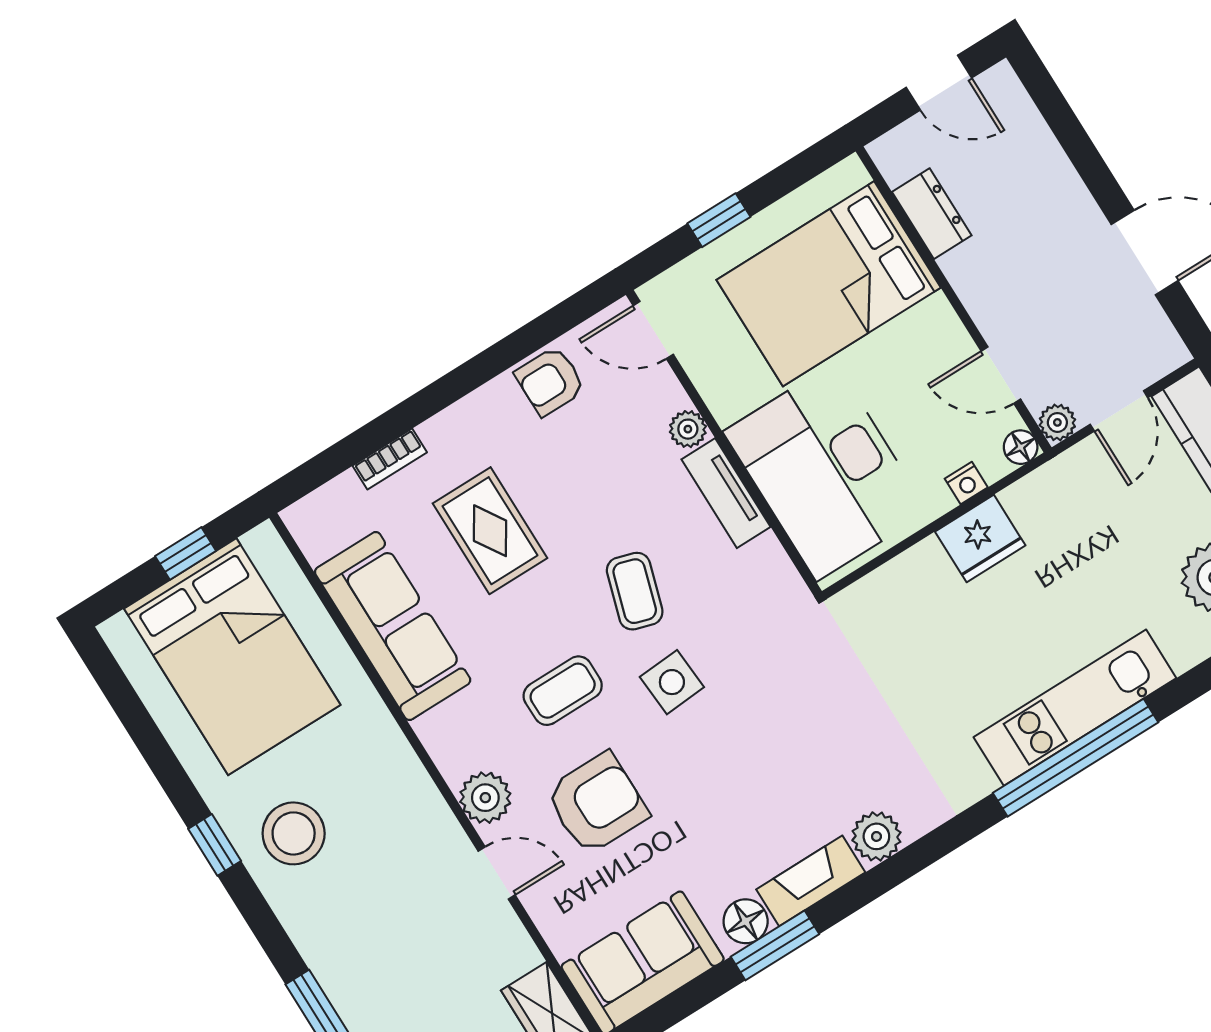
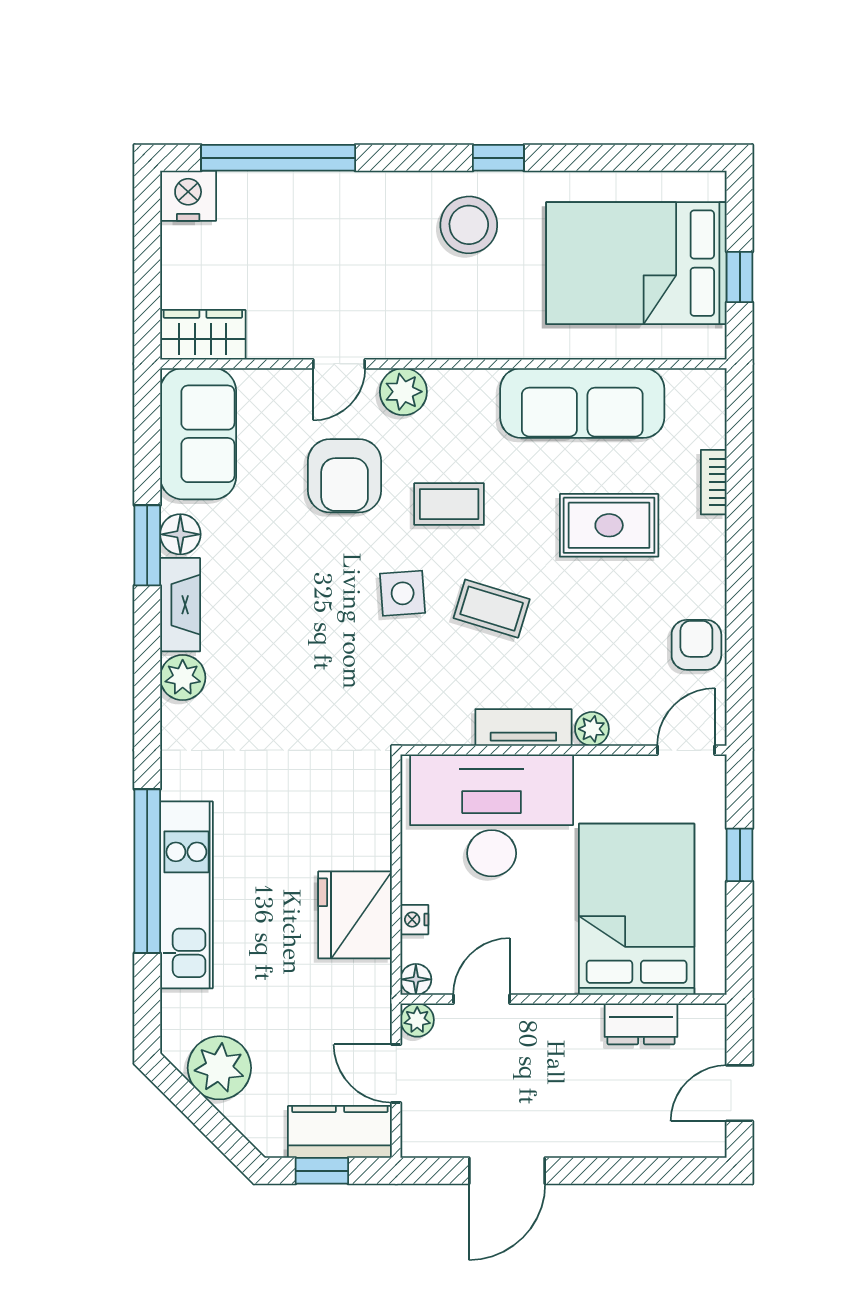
fridge: (980, 538) -> (355, 915), width x1.36, depth x1.34
coffee table: (563, 691) -> (449, 504), turned 90

